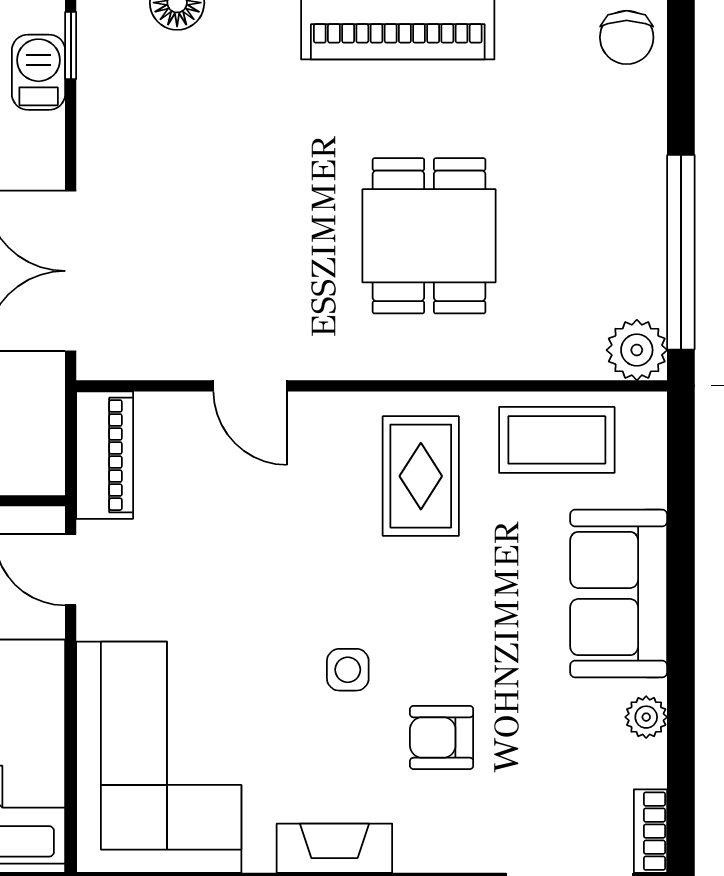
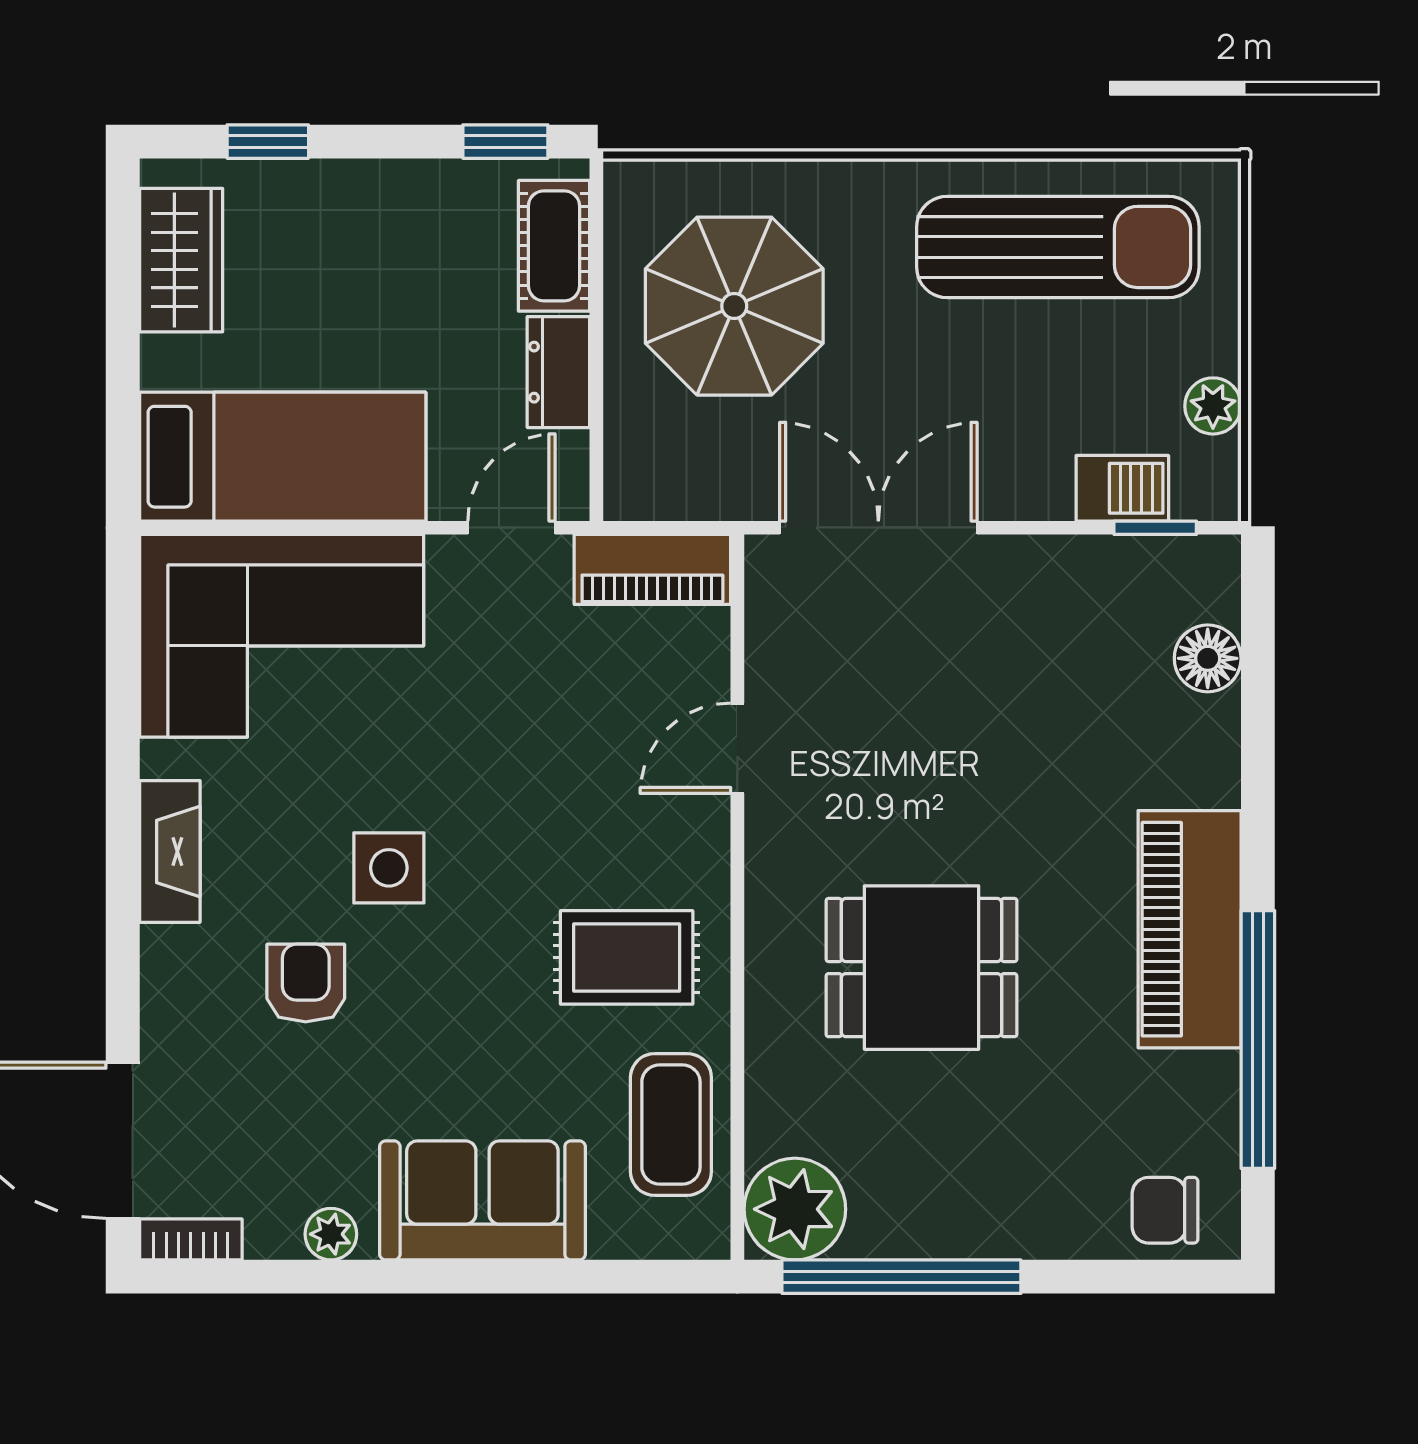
plant: (637, 350) -> (795, 1209), width x1.36, depth x1.36
side table: (348, 670) -> (389, 868), width x1.37, depth x1.37

